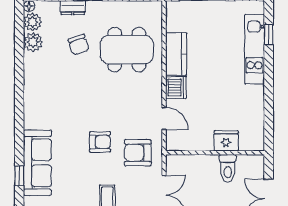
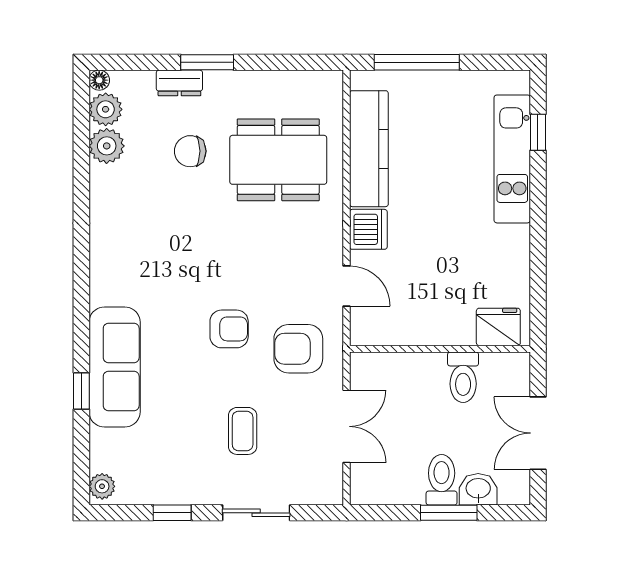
chair: (79, 45) -> (190, 151), turned 109
kitchen counter: (176, 54) -> (369, 149), width x1.50
fridge: (226, 141) -> (498, 327), moved

